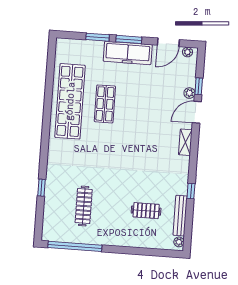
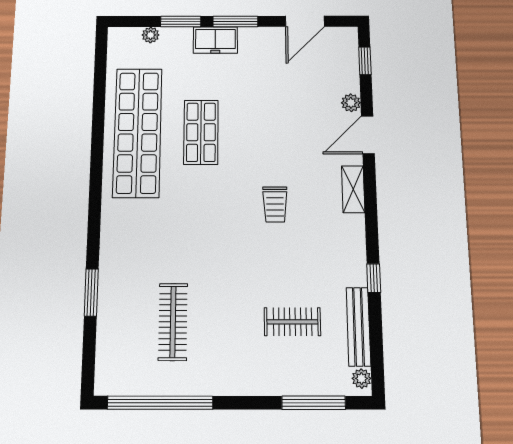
plant: (187, 52) -> (151, 35), moved
freezer: (128, 53) -> (215, 40), width x0.52, depth x0.79
window: (199, 86) -> (365, 61), moved
trolley: (142, 147) -> (275, 204), added
window: (42, 188) -> (91, 293), width x1.50
window: (153, 252) -> (314, 403), added

